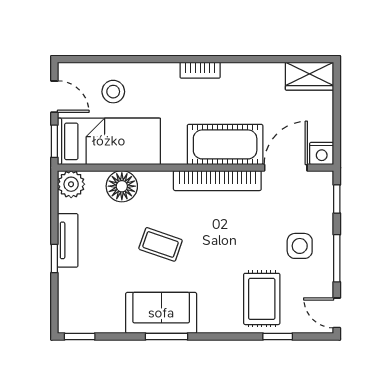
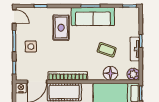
coffee table: (161, 244) -> (107, 50), moved
rug: (262, 299) -> (61, 28), moved
sofa: (161, 313) -> (93, 16), width x1.36

